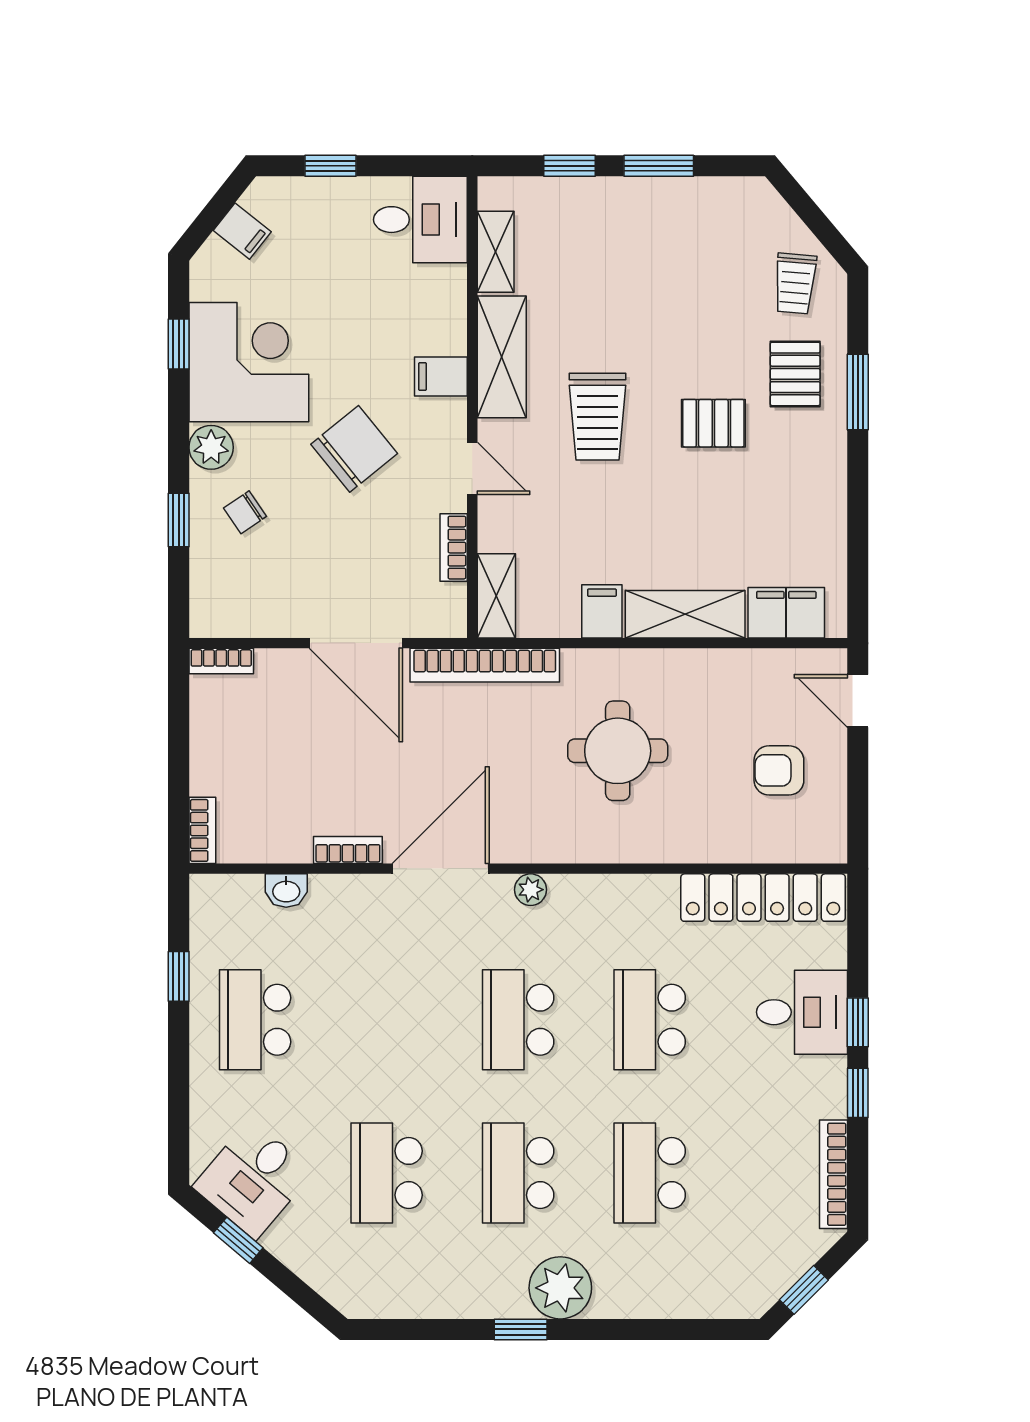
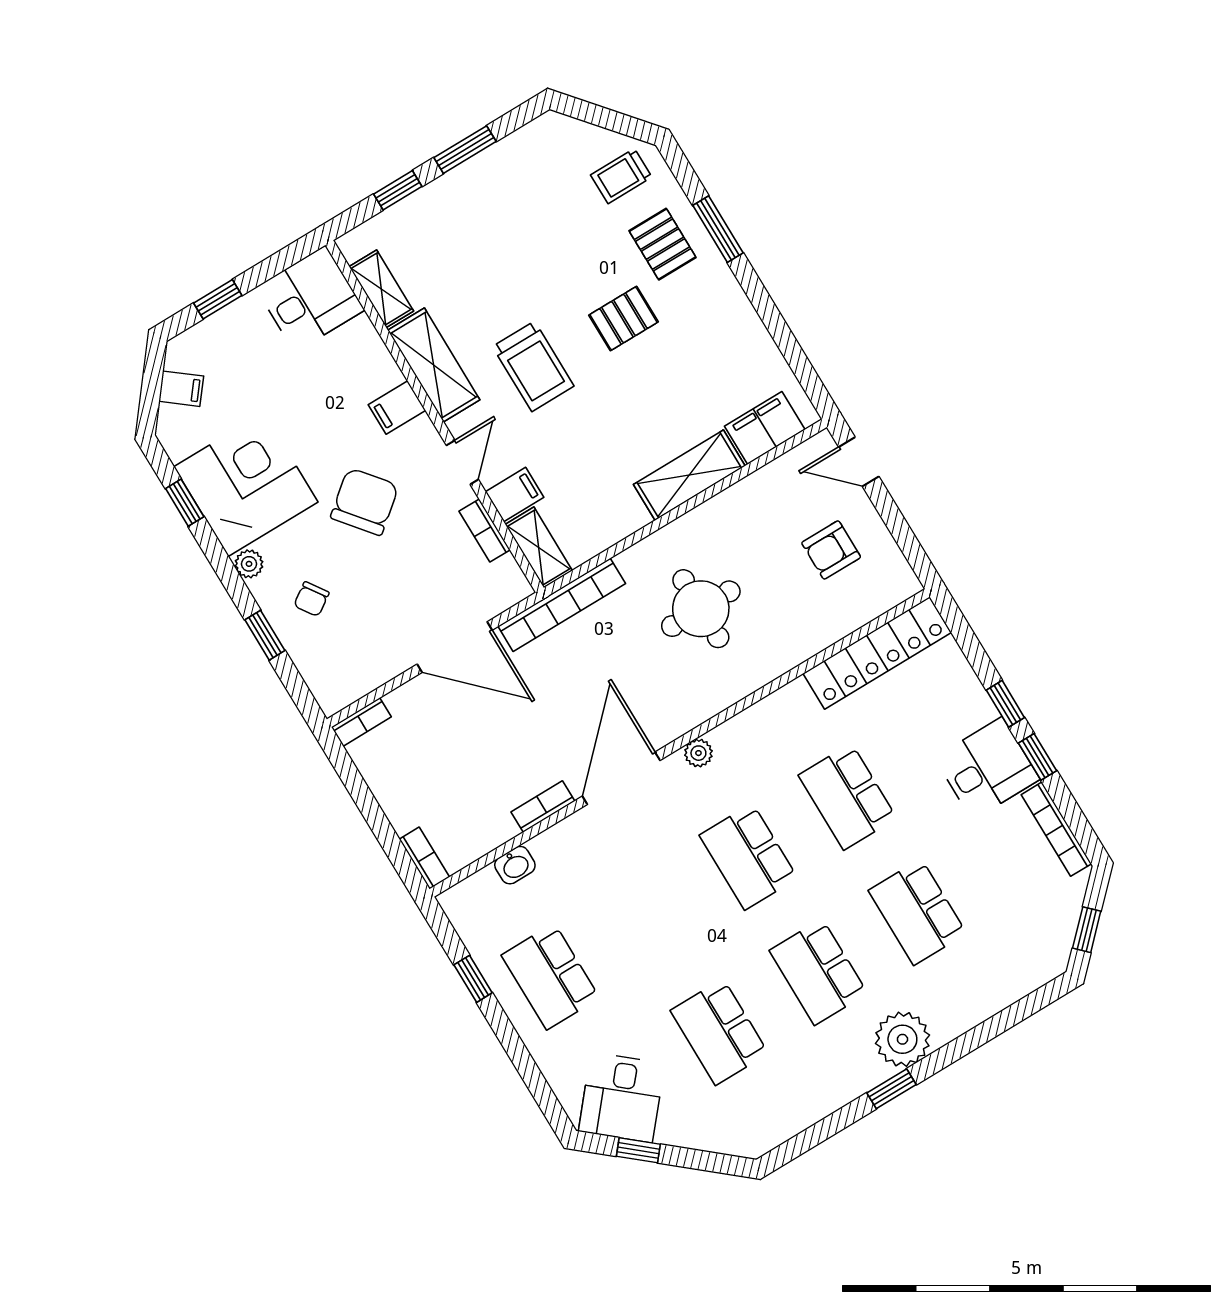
trolley: (795, 283) -> (621, 176), turned 85
plant: (211, 447) -> (249, 564), width x0.73, depth x0.73
door: (472, 468) -> (462, 462), hinge flipped
filing cabinet: (602, 611) -> (515, 494), moved, turned 90
desk: (802, 1012) -> (987, 768), moved

